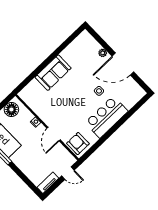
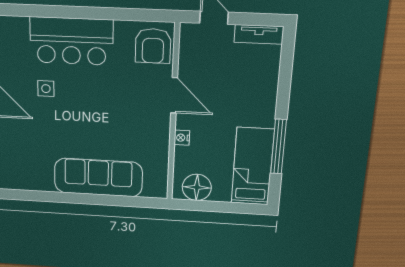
sofa: (53, 73) -> (98, 177), width x1.36
door: (54, 134) -> (174, 95), hinge flipped

